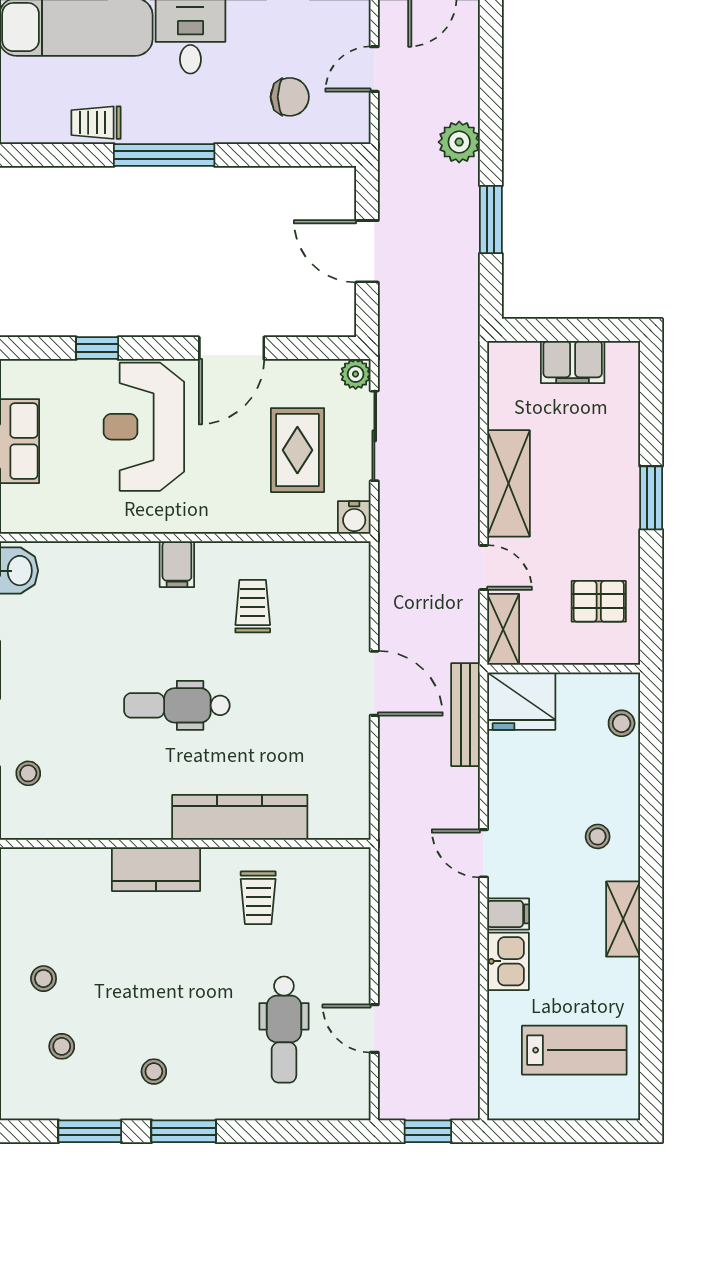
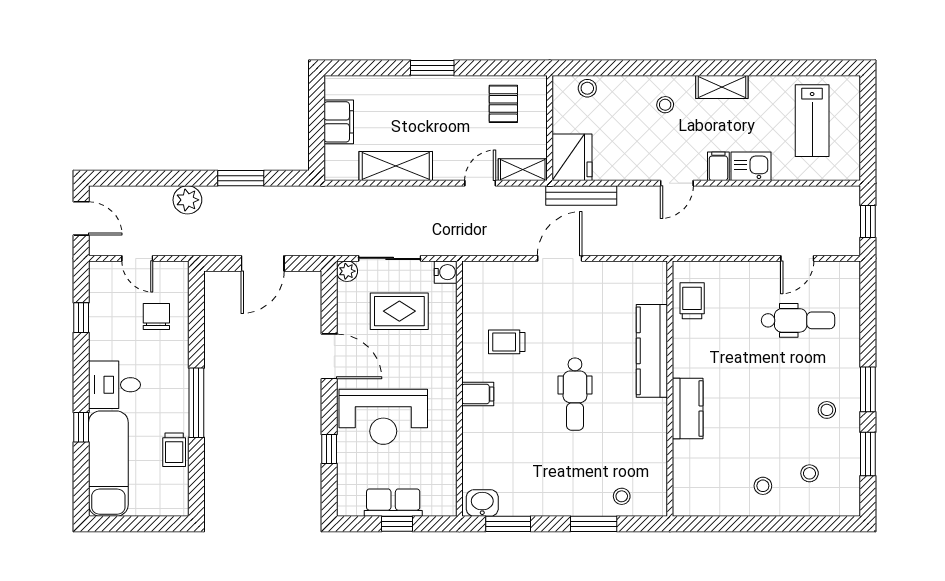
shelving: (508, 483) -> (396, 166), moved
trolley: (258, 898) -> (692, 301), moved, turned -90
lab bench: (574, 1050) -> (812, 121), turned 180

